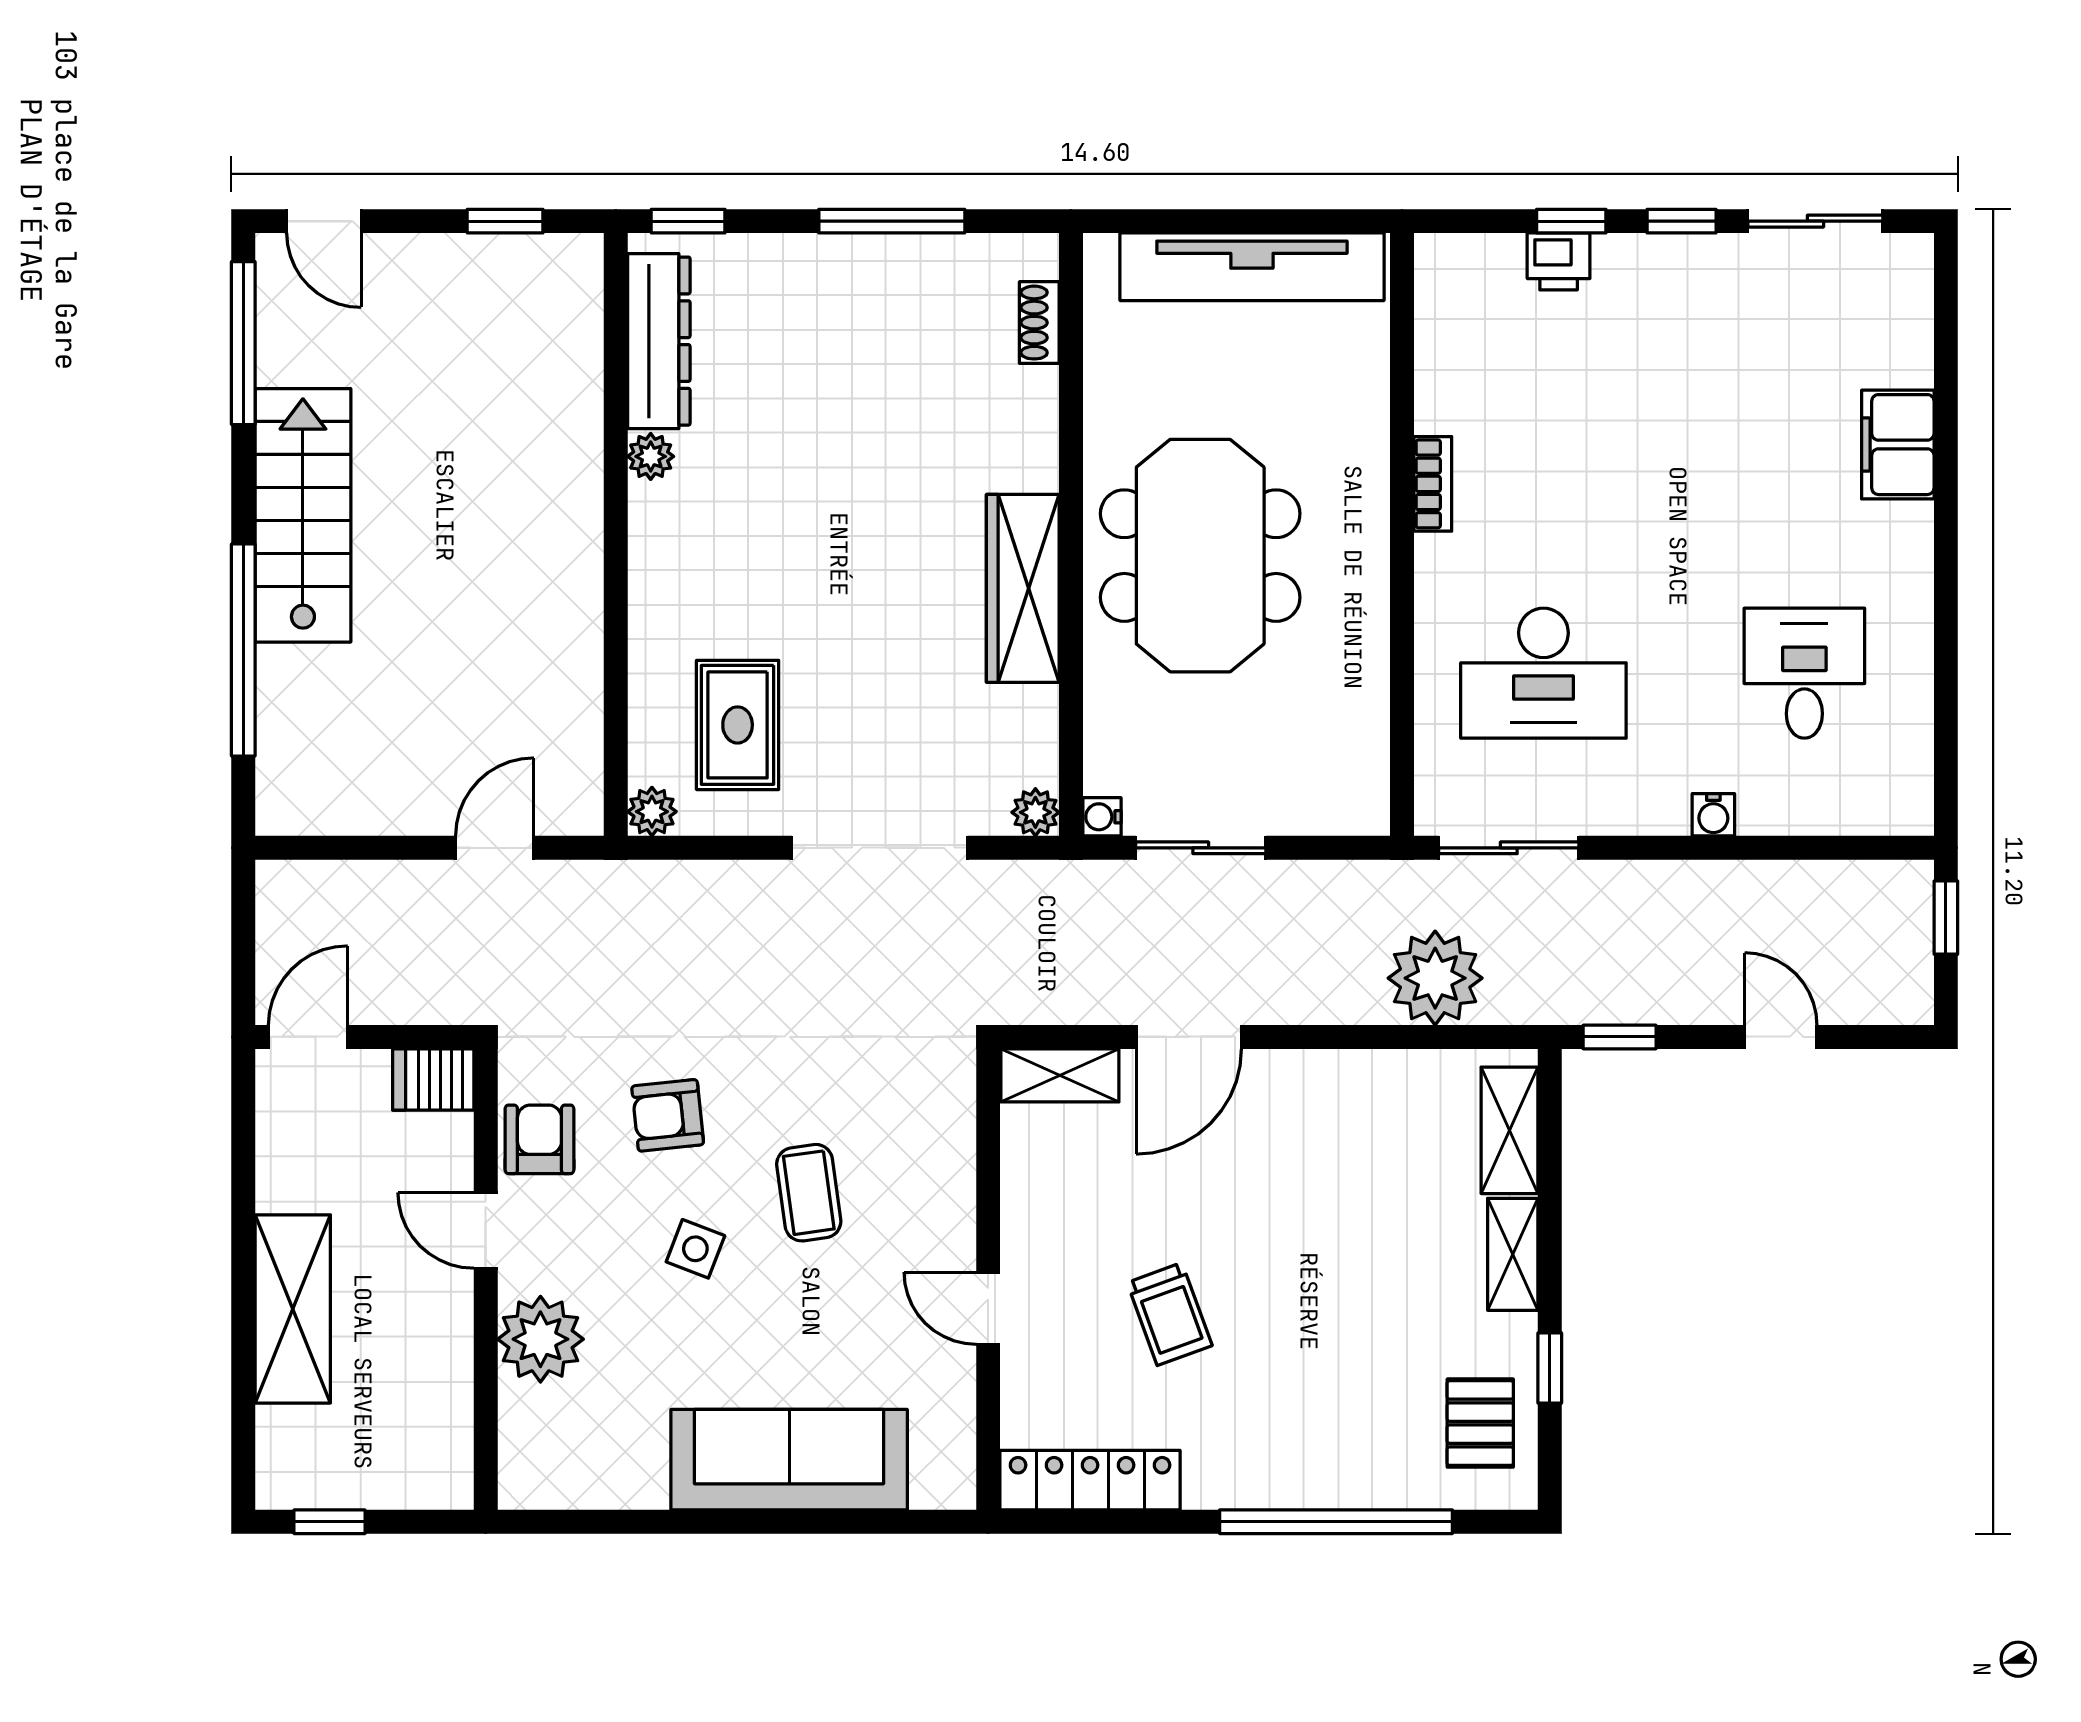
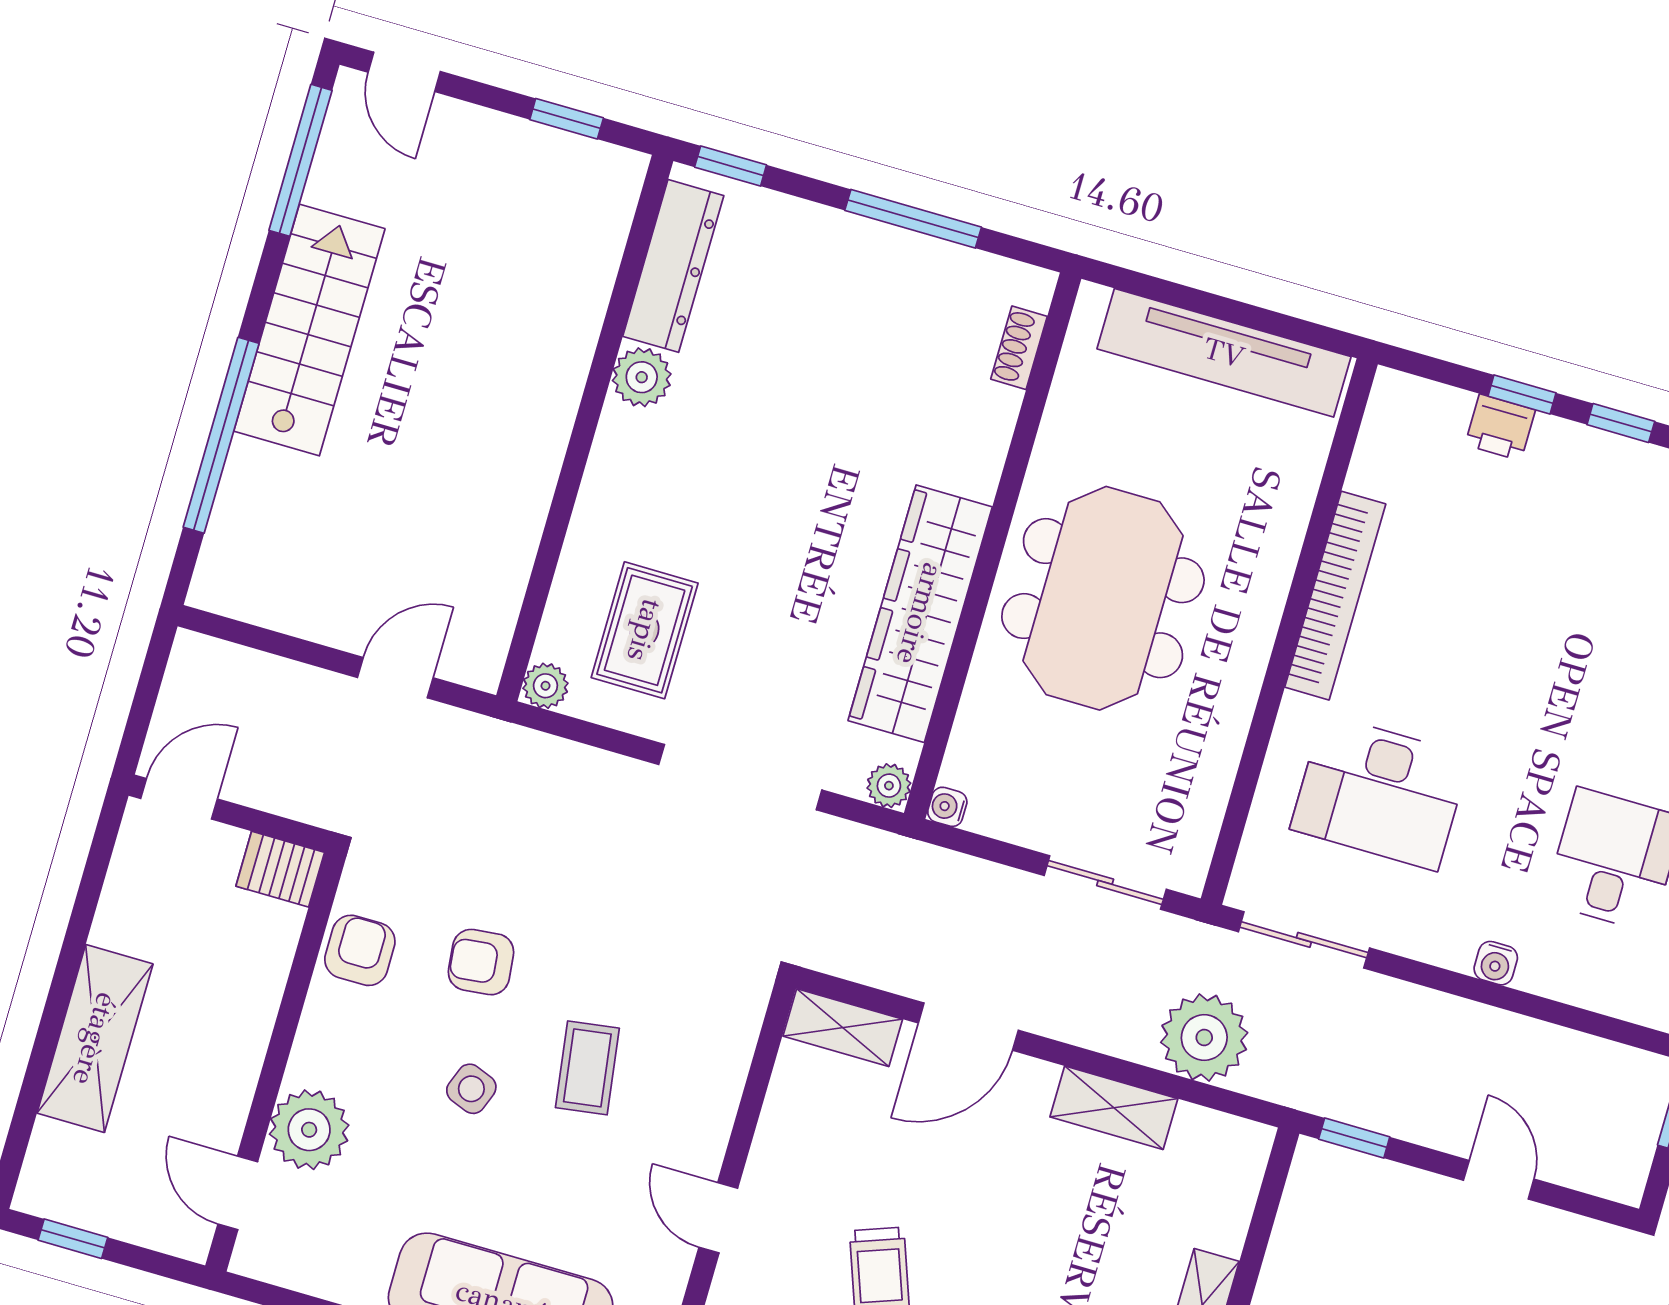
plant: (651, 456) -> (642, 377), width x1.38, depth x1.38
bookcase: (1433, 484) -> (1335, 596), width x2.31, depth x1.31
wardrobe: (1023, 588) -> (920, 614), width x1.40, depth x1.17
sliding door: (1201, 848) -> (1105, 882), moved
shelving: (1509, 1130) -> (1114, 1108), moved, turned 90
door: (486, 1230) -> (238, 1193), moved

